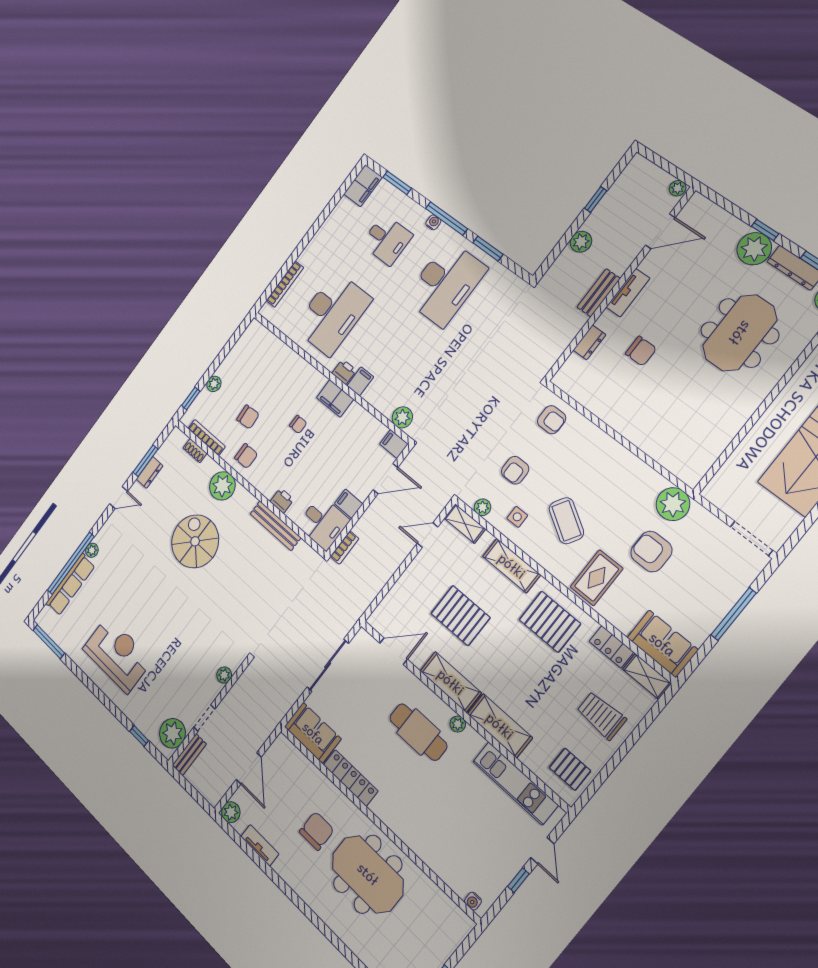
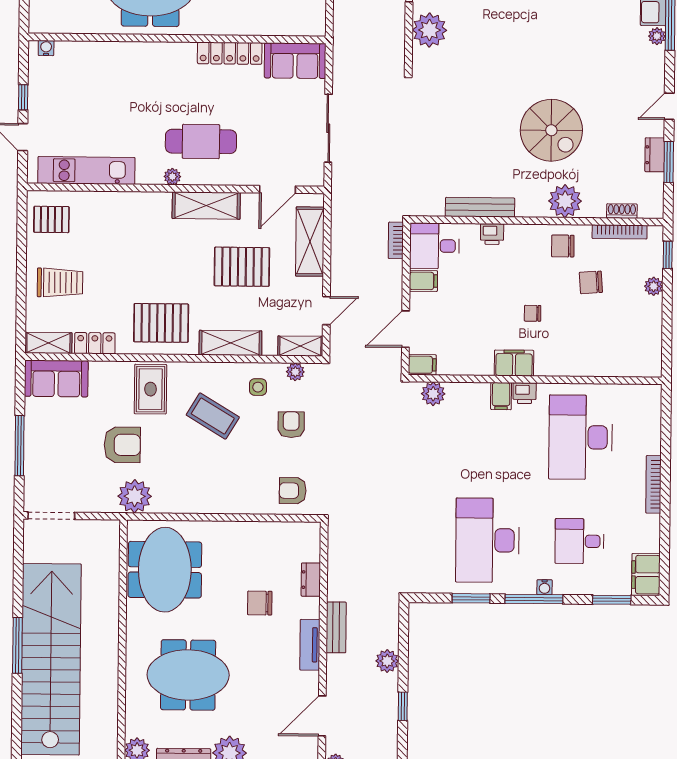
bookcase: (285, 284) -> (654, 484), moved
meeting table: (740, 333) -> (188, 675), turned 90
meeting table: (694, 429) -> (165, 570), added
plant: (224, 675) -> (429, 30), width x1.87, depth x1.87
shelving: (500, 726) -> (310, 242), moved, turned 90

